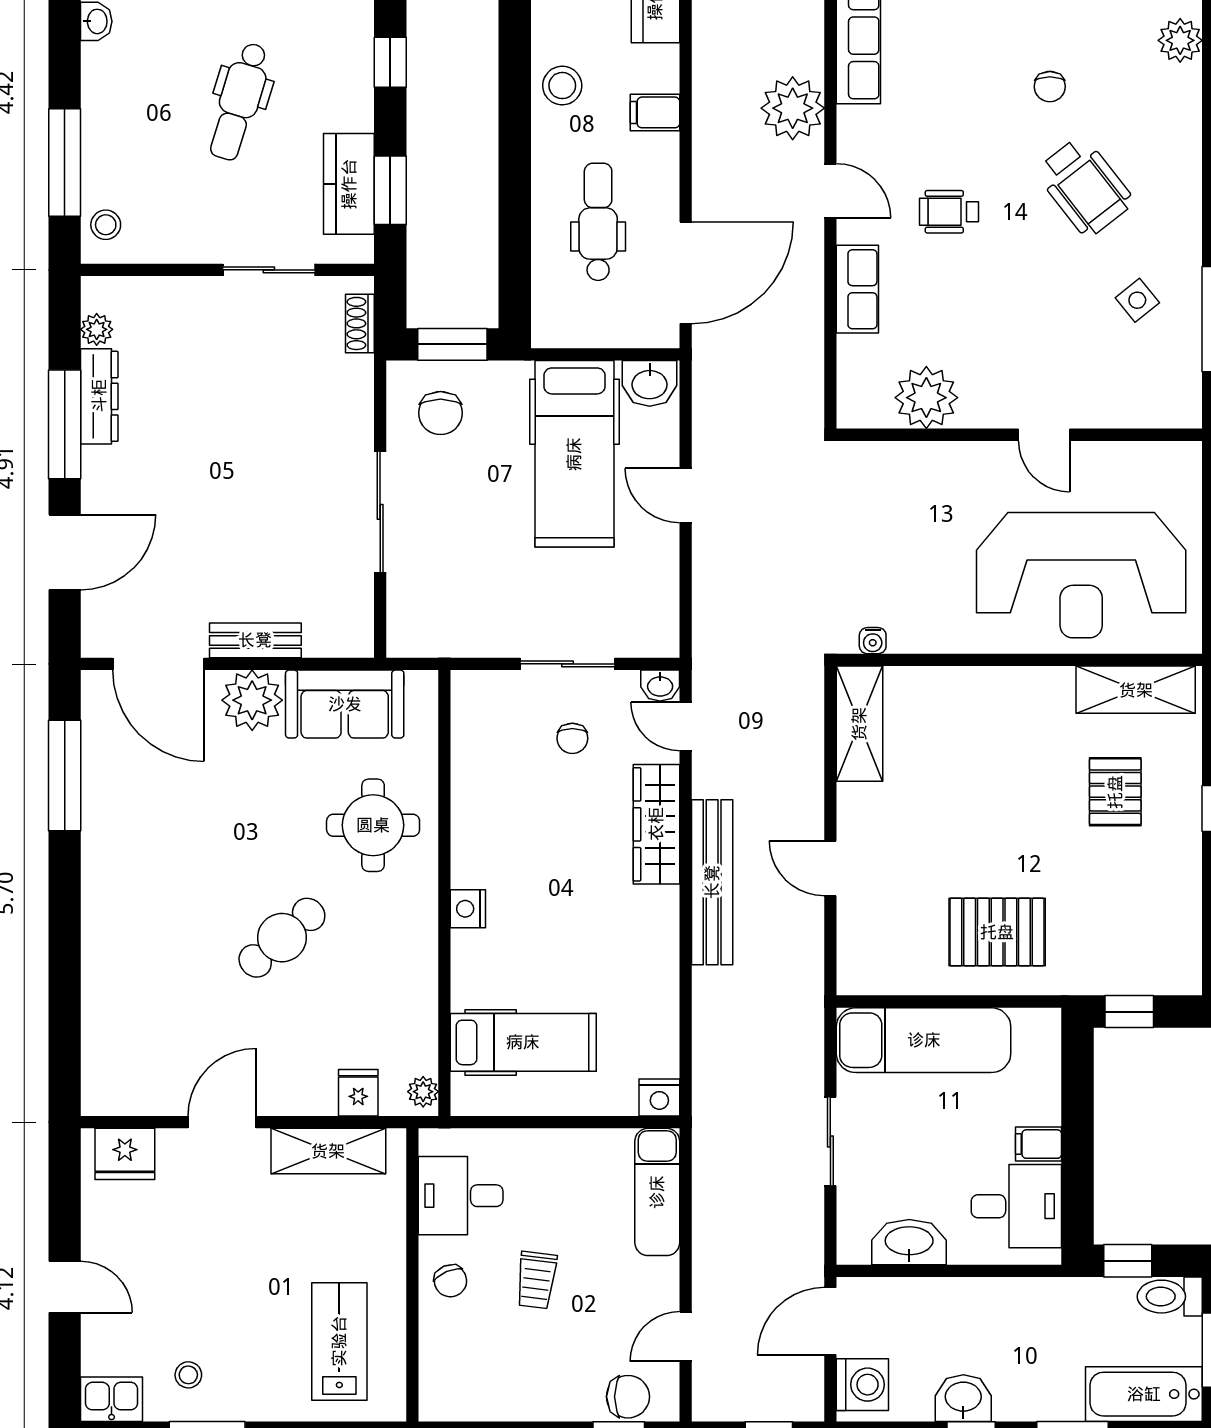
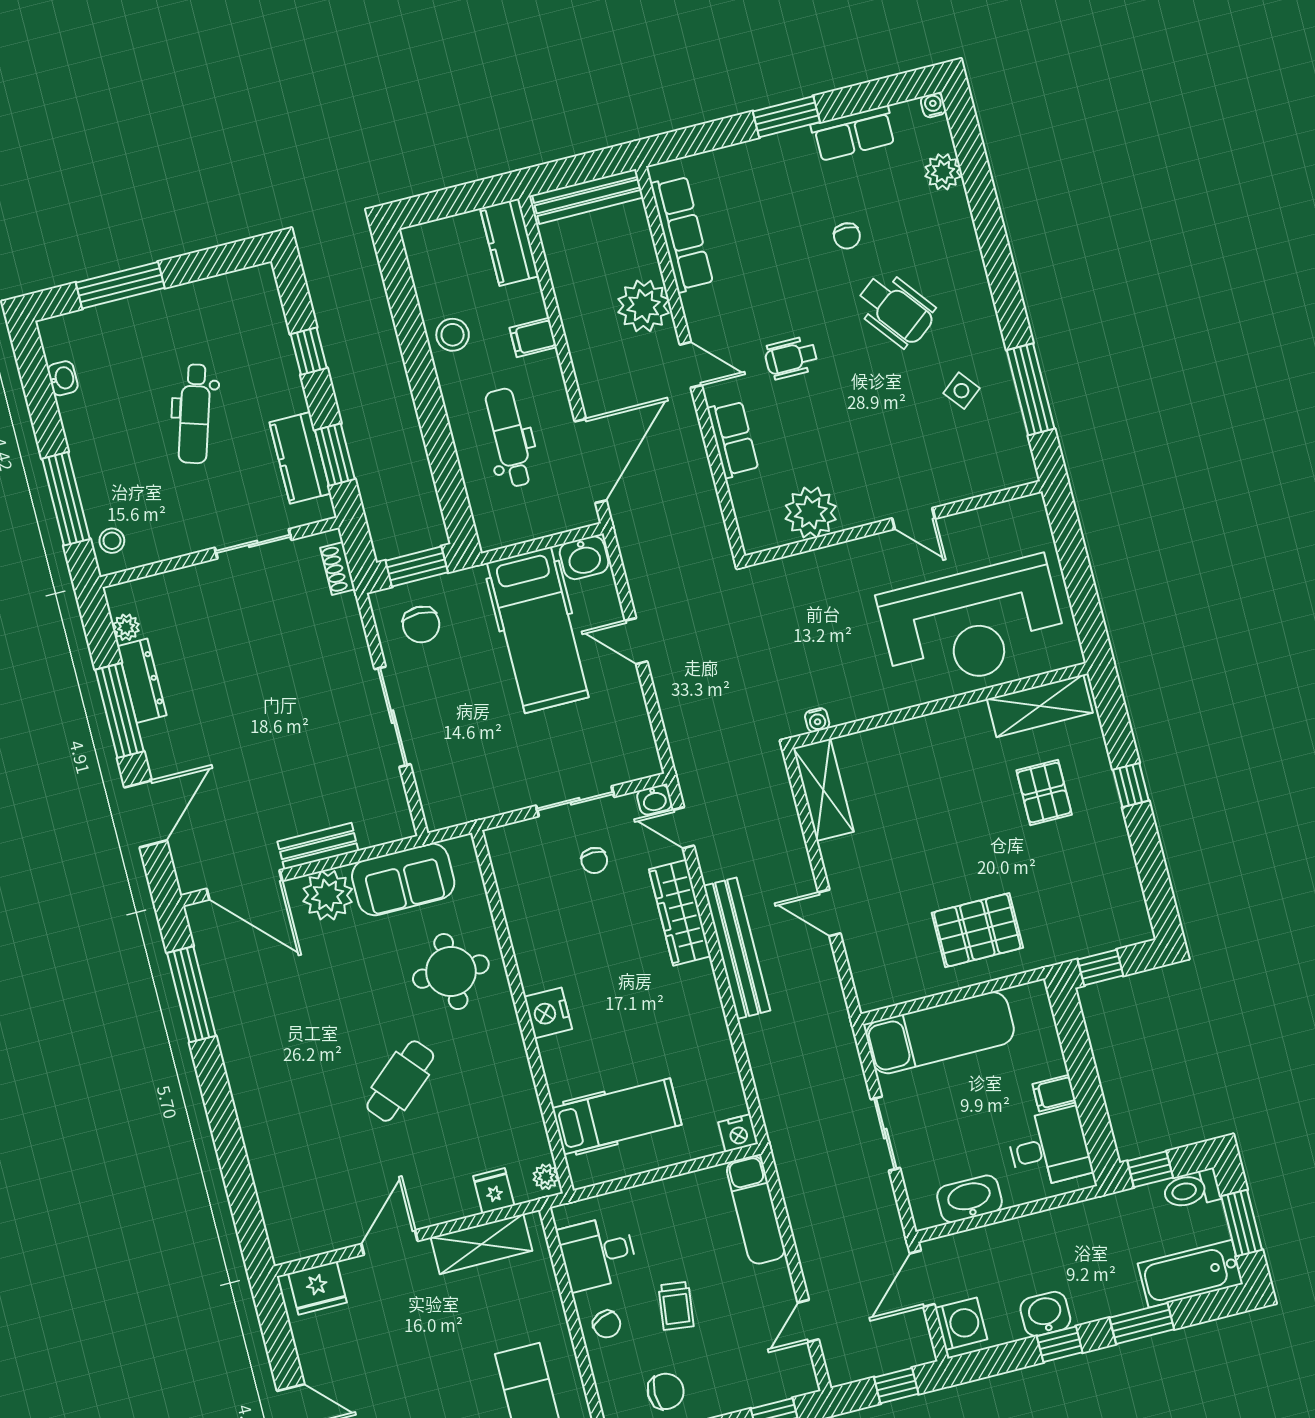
nightstand: (468, 909) -> (548, 1013), width x1.36, depth x1.33
chair: (628, 1397) -> (666, 1391), moved

